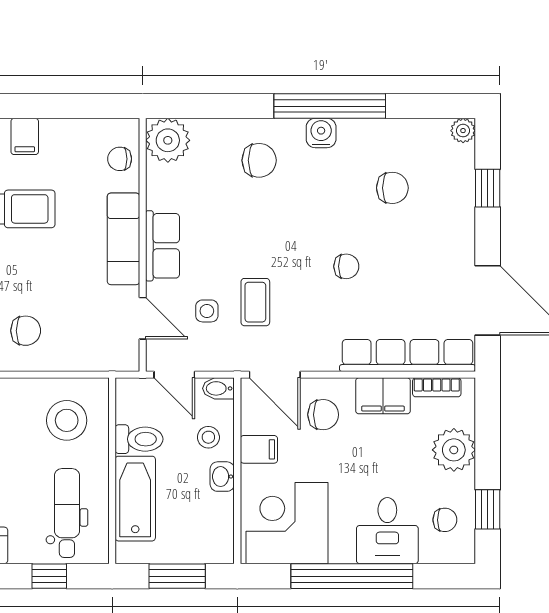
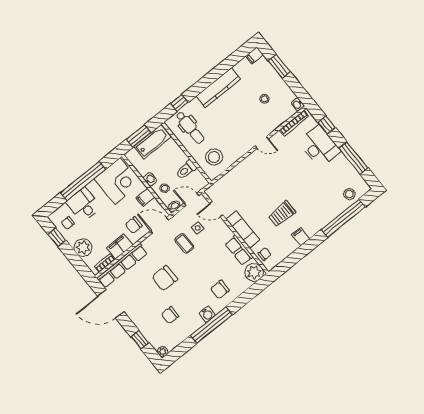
row of seats: (163, 246) -> (239, 250), moved
chair: (346, 266) -> (165, 278), width x1.87, depth x1.87
chair: (26, 331) -> (250, 175), removed
bathtub: (135, 499) -> (152, 142), moved, turned -90

